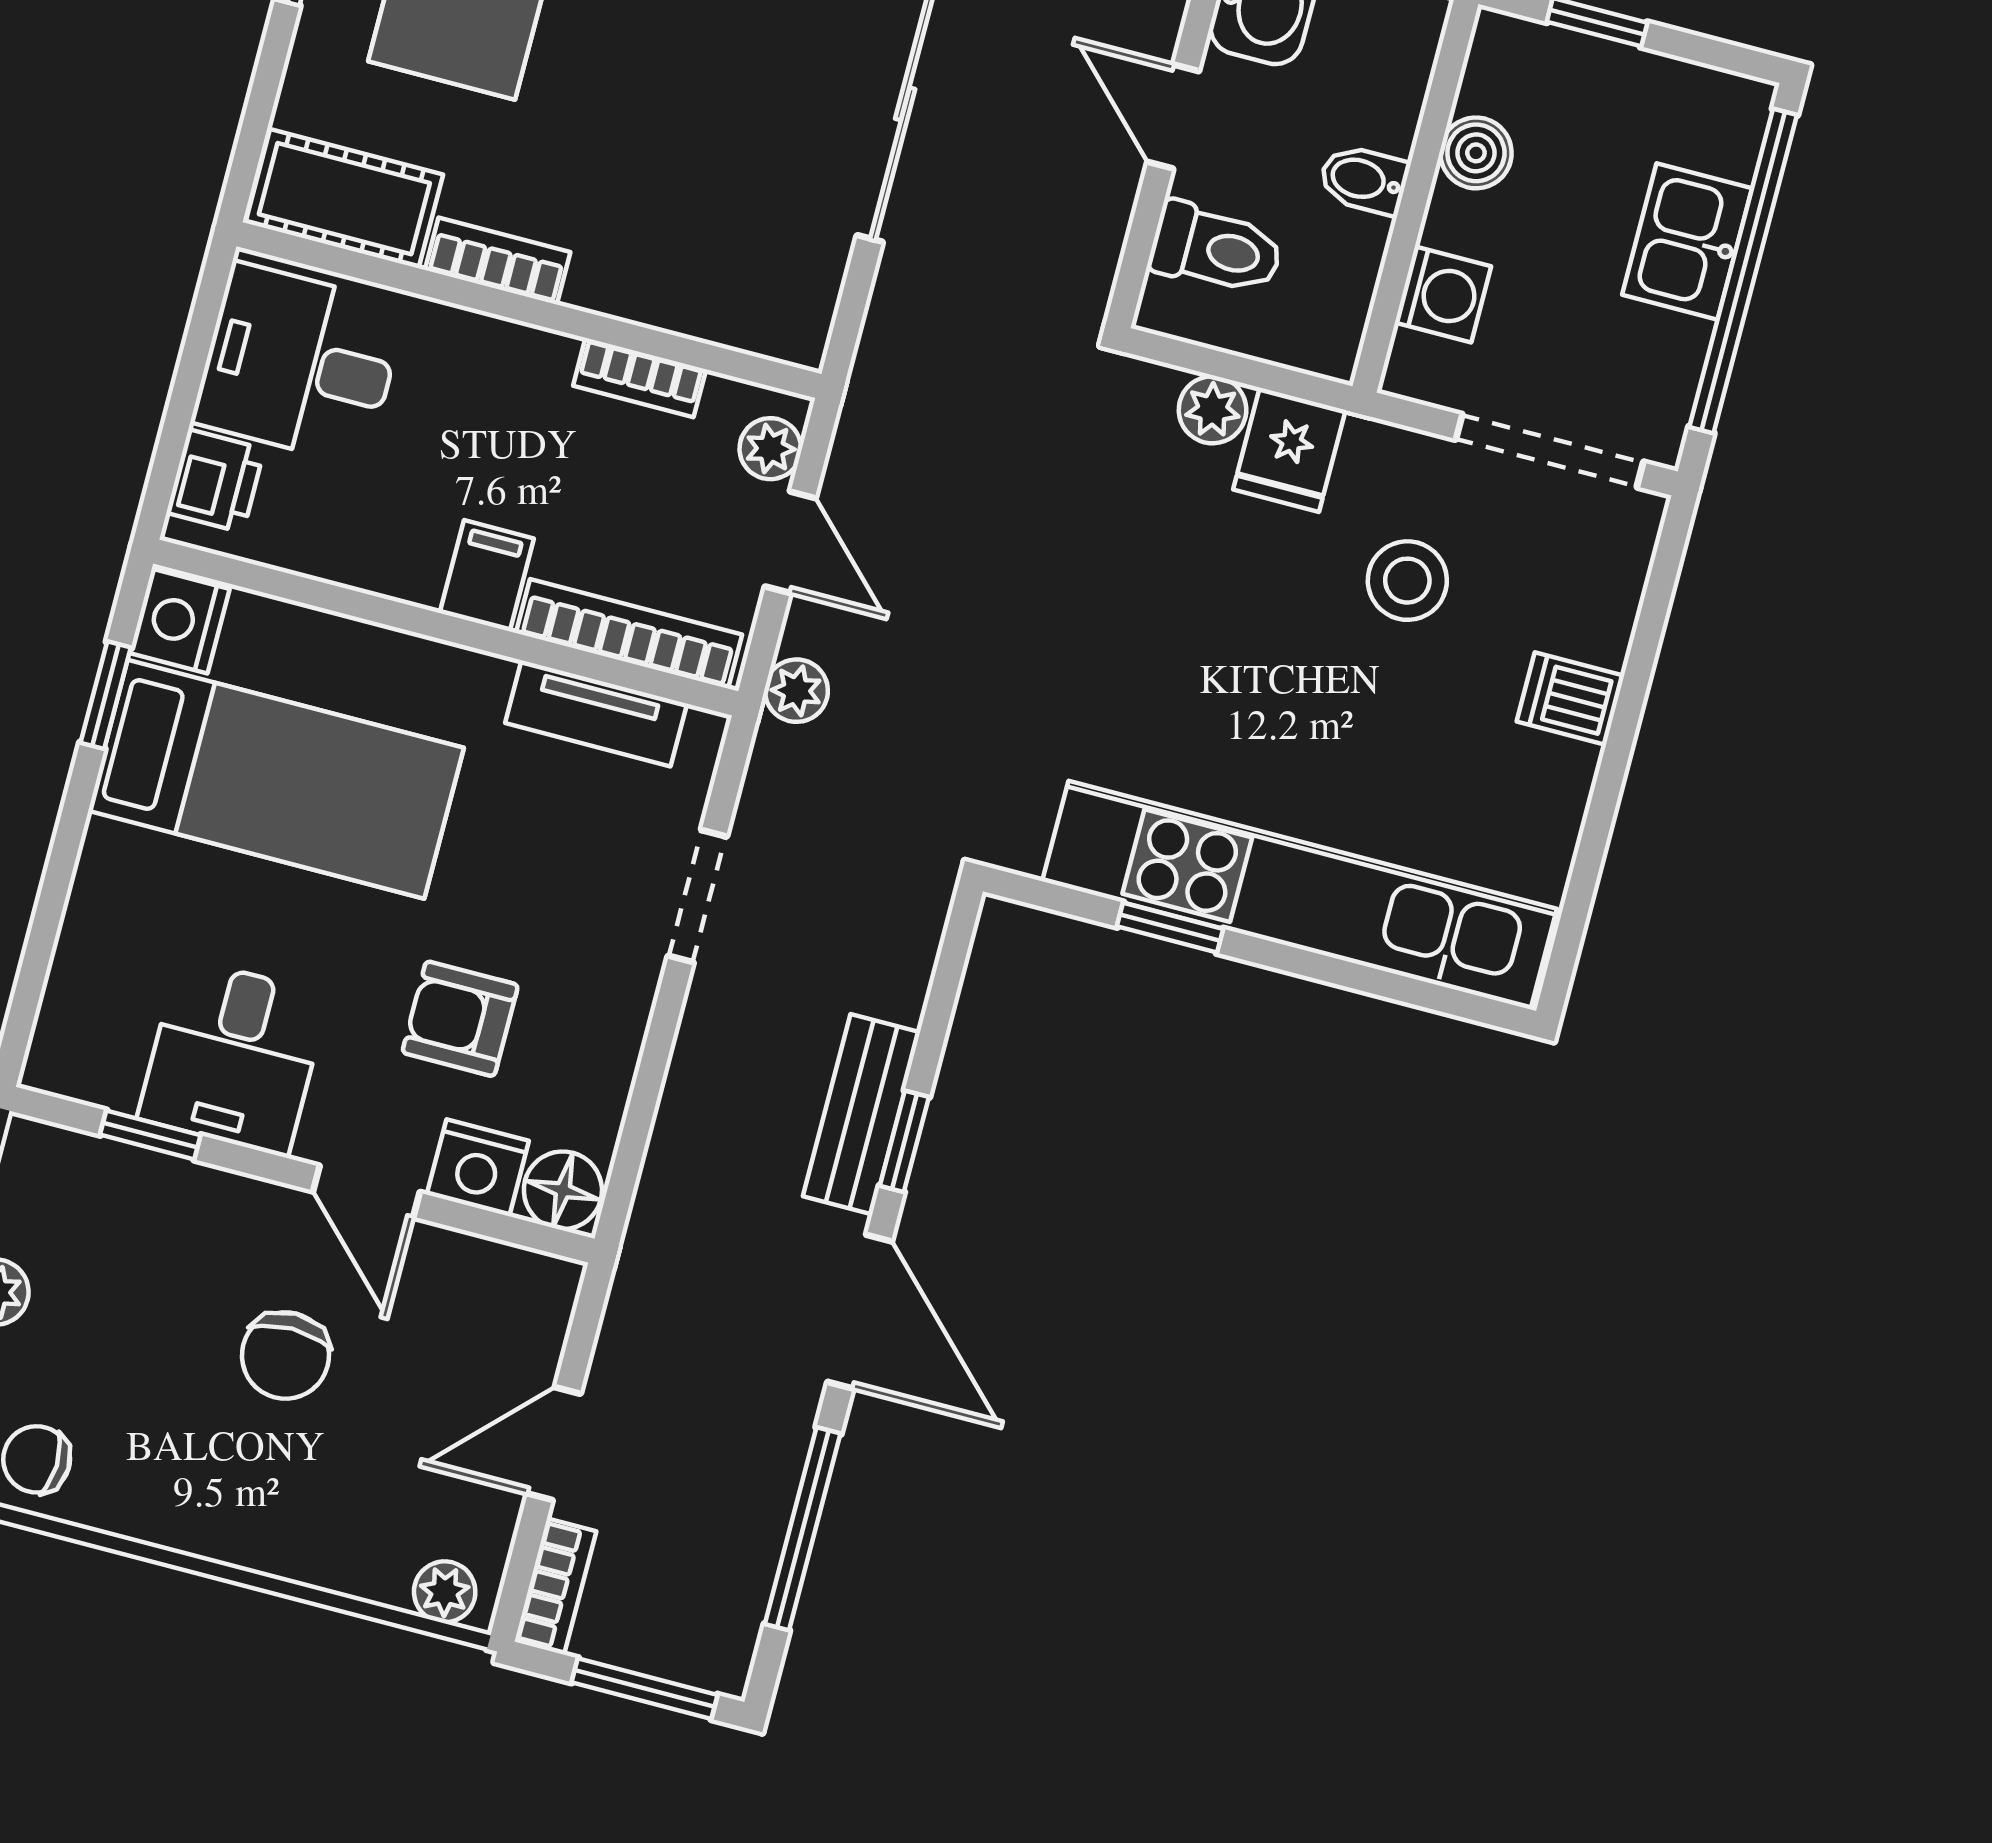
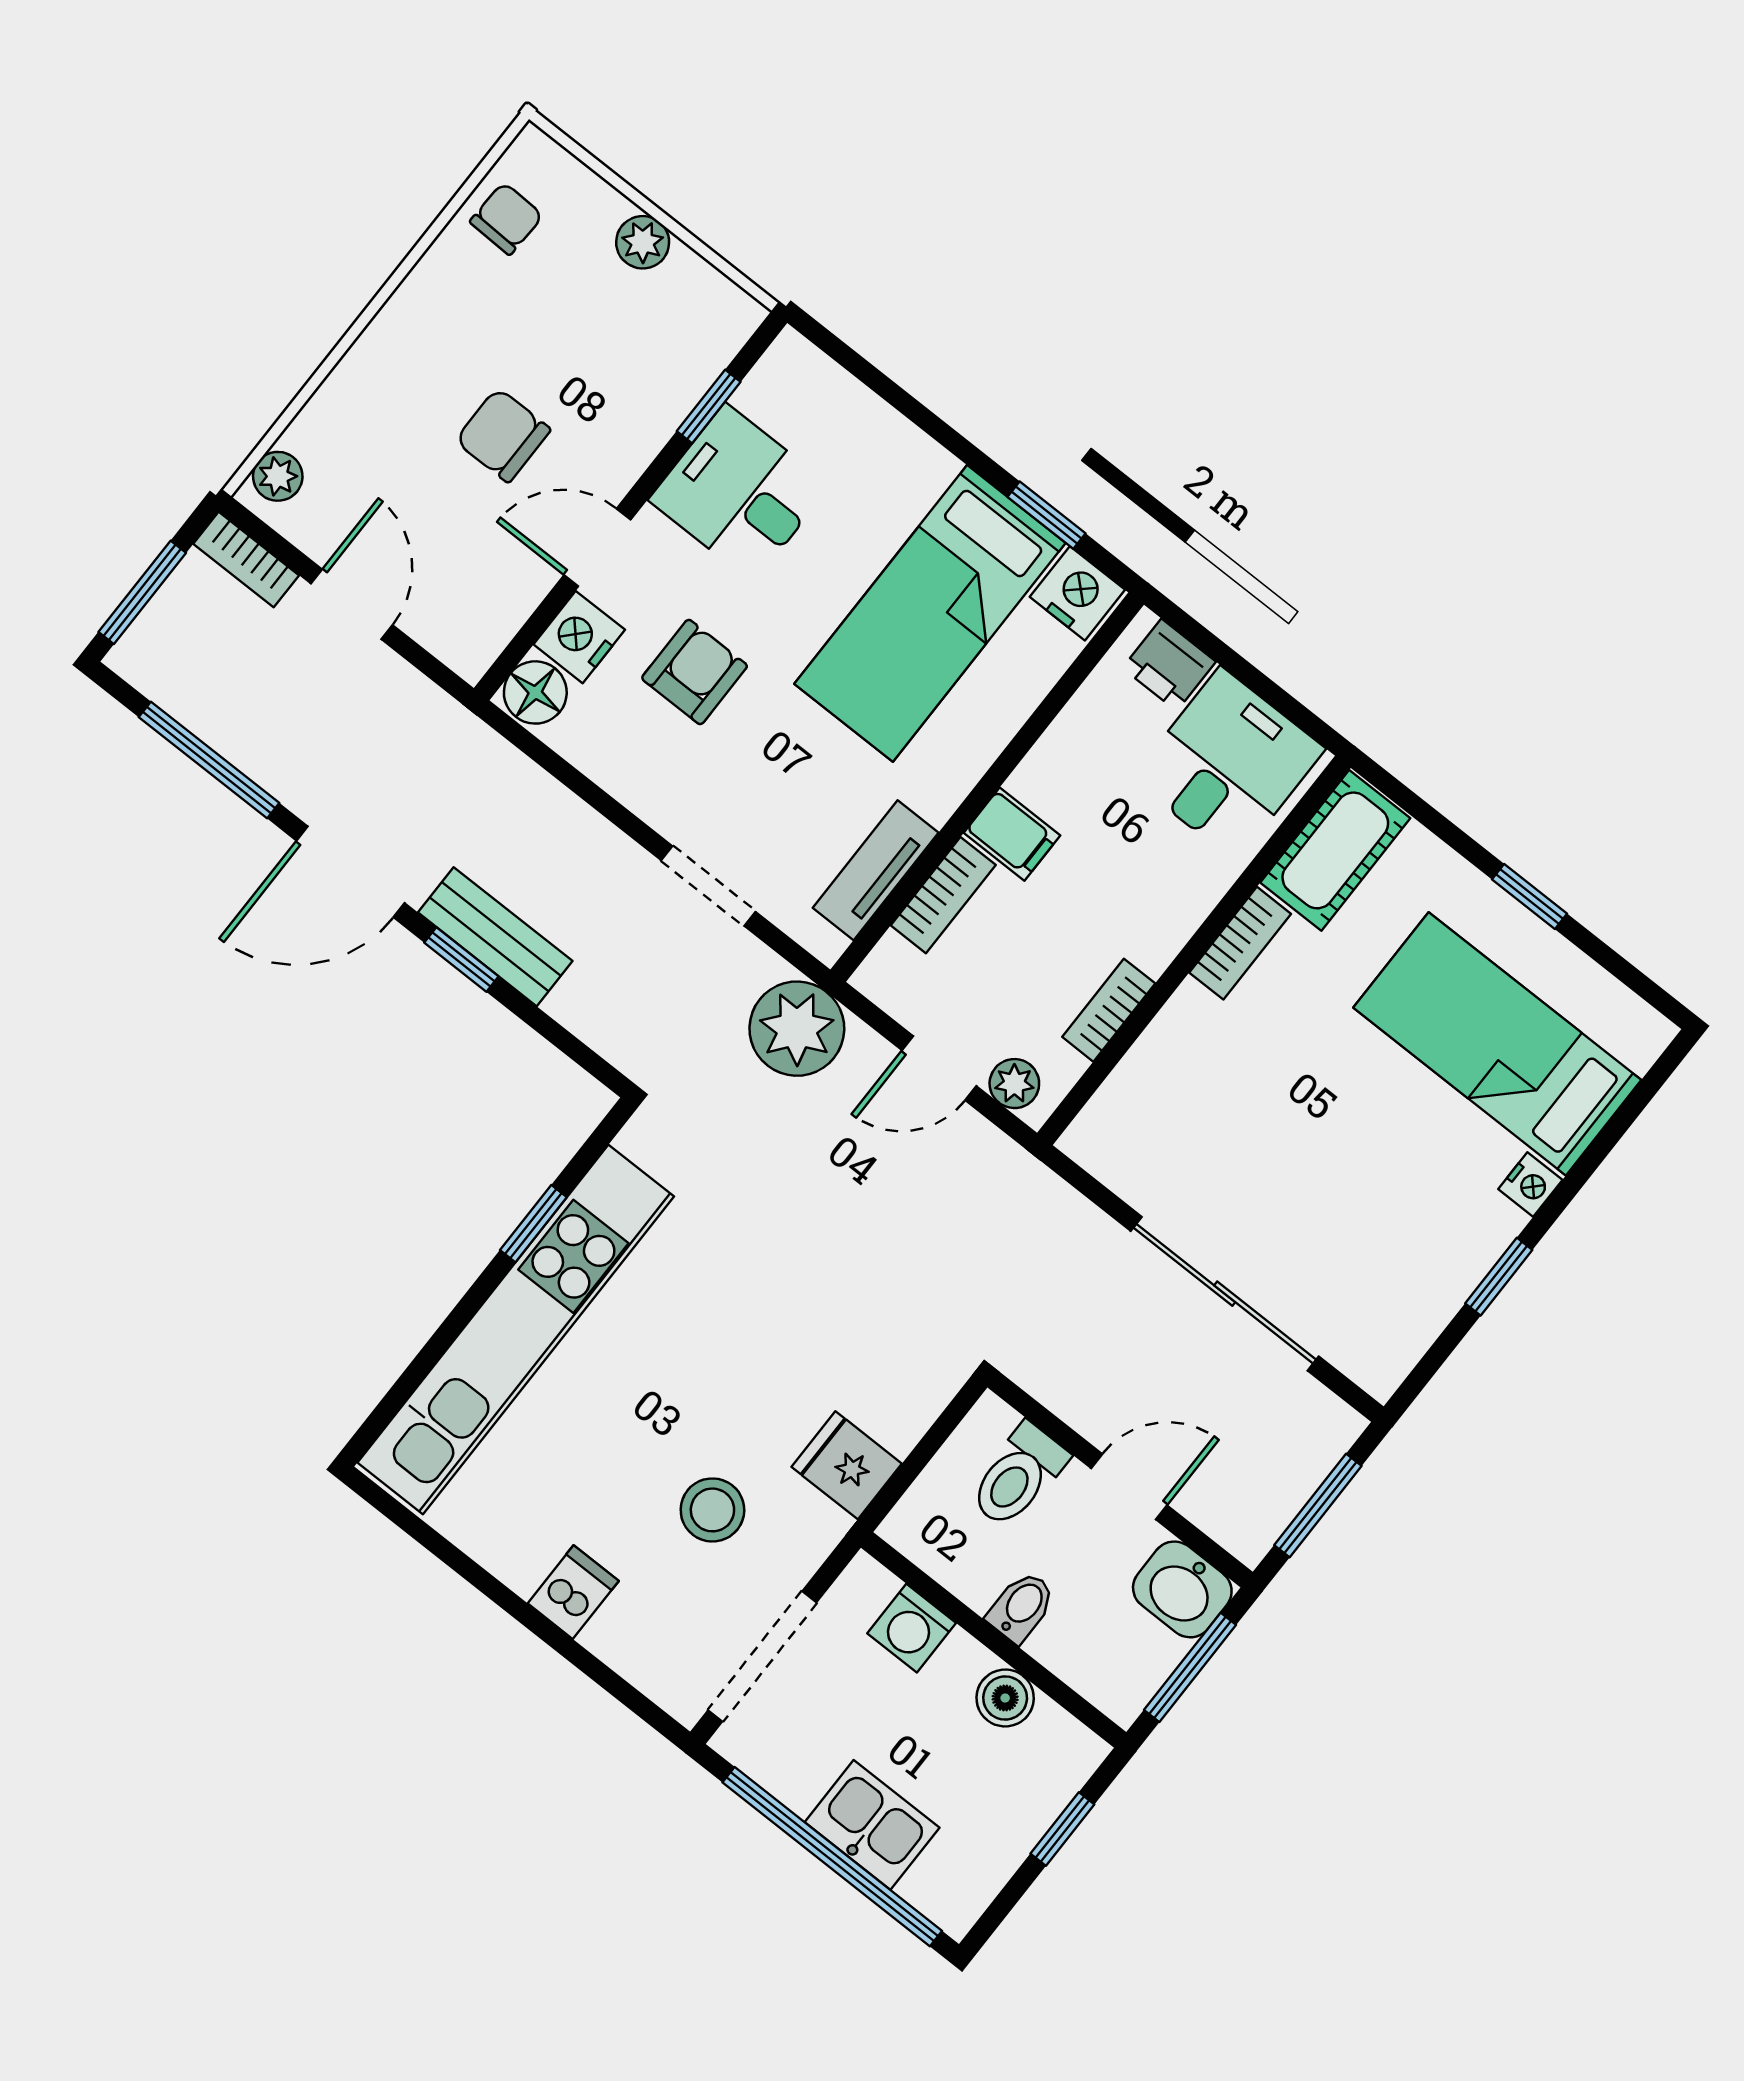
plant: (1213, 410) -> (901, 1422), removed
bookcase: (629, 634) -> (943, 895), width x0.64
plant: (796, 691) -> (797, 1029), width x1.88, depth x1.88

